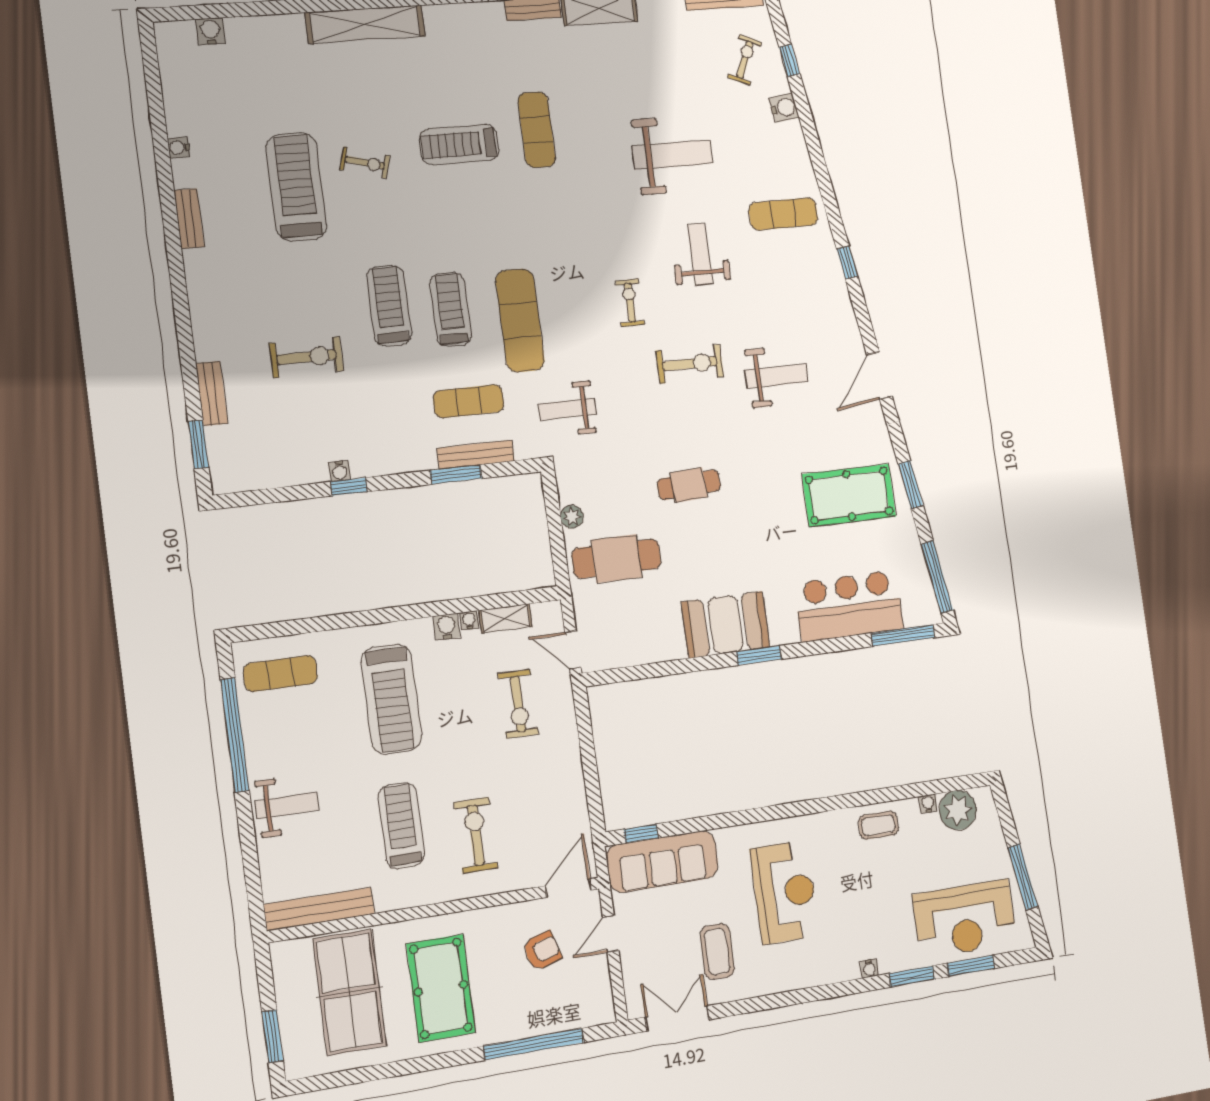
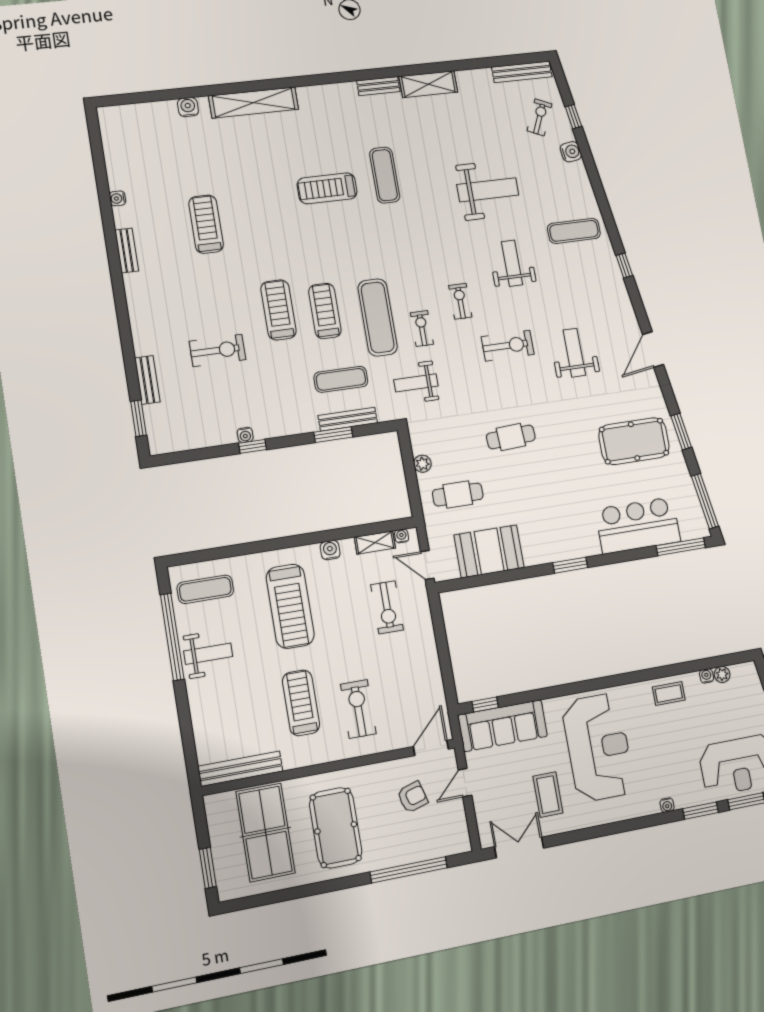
water cooler: (210, 31) -> (188, 107), moved
exercise bike: (365, 163) -> (422, 329), moved, turned -106
treadmill: (296, 187) -> (206, 224), width x0.73, depth x0.73
weight bench: (777, 376) -> (574, 353), turned -90
cafe table: (616, 559) -> (458, 495), width x0.73, depth x0.74
water cooler: (469, 620) -> (402, 536), moved
booth: (726, 625) -> (489, 551), moved
weight bench: (287, 806) -> (208, 654), moved
plant: (958, 810) -> (722, 674), width x0.53, depth x0.53
reception desk: (785, 892) -> (598, 747), width x1.36, depth x1.30

